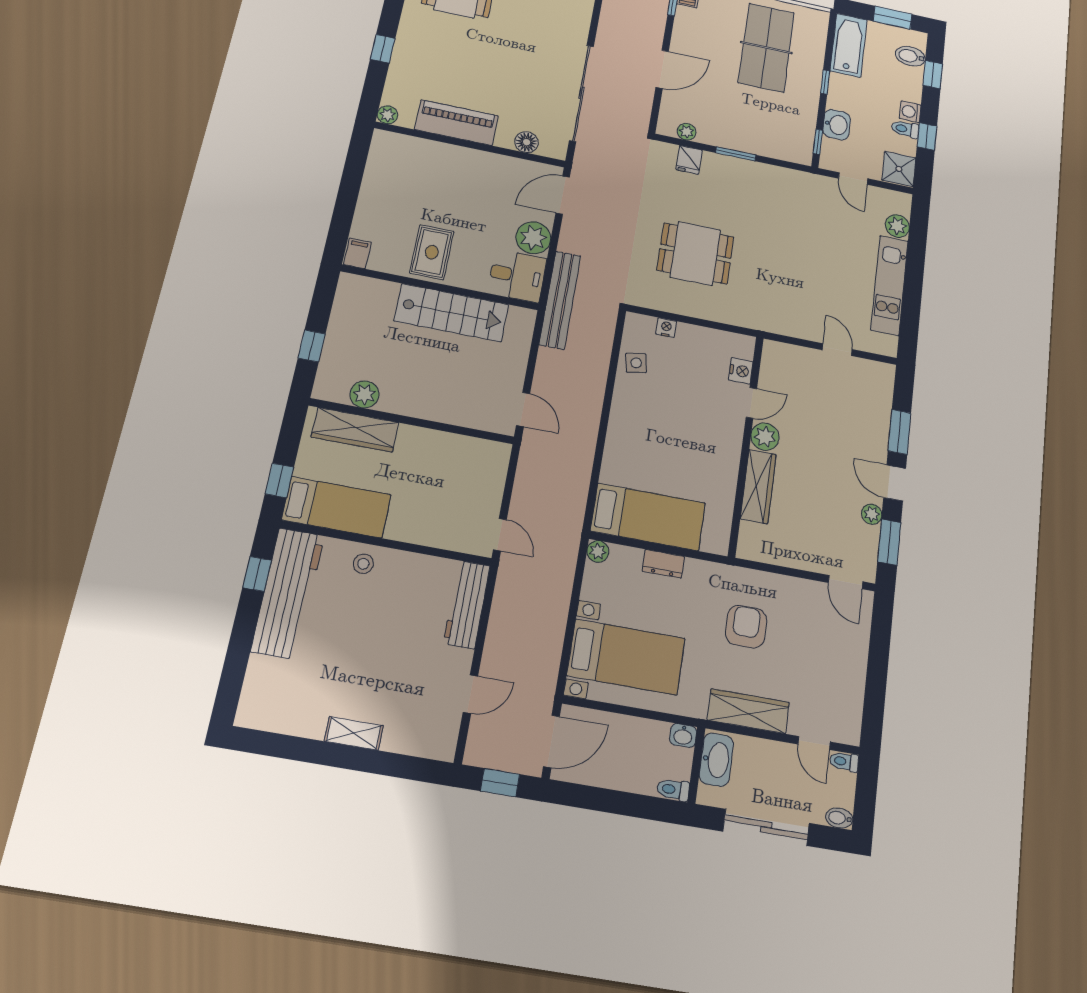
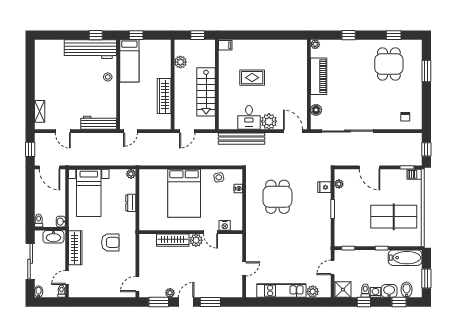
washbasin: (837, 125) -> (389, 291), moved, turned 180
filing cabinet: (357, 253) -> (225, 45), moved
wall: (440, 287) -> (217, 85), moved
stairs: (452, 313) -> (206, 92), moved
wardrobe: (355, 430) -> (164, 96), moved
bed: (648, 517) -> (184, 193), moved, width x1.50
shelving: (354, 733) -> (40, 111), moved

